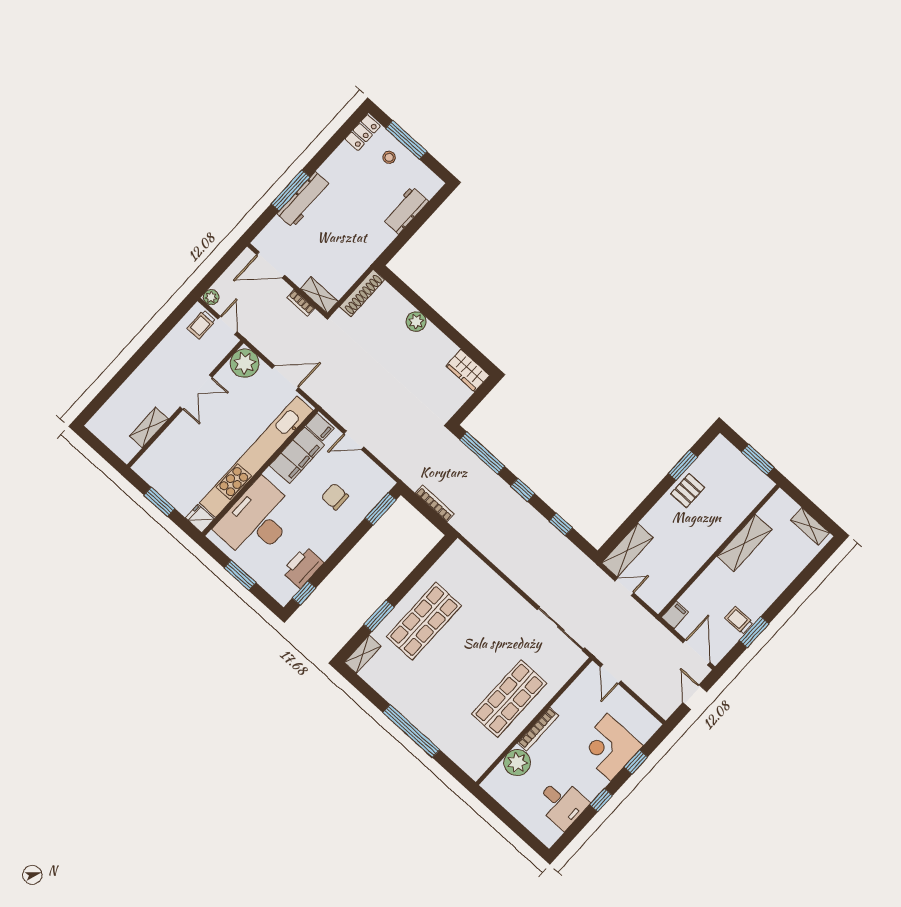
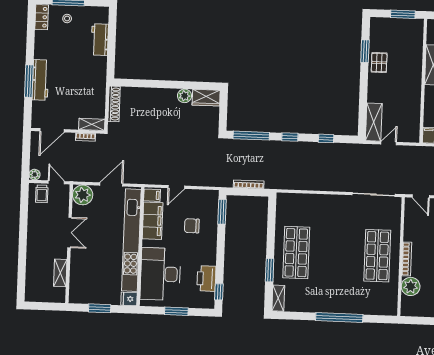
plant: (416, 322) -> (185, 96), moved

